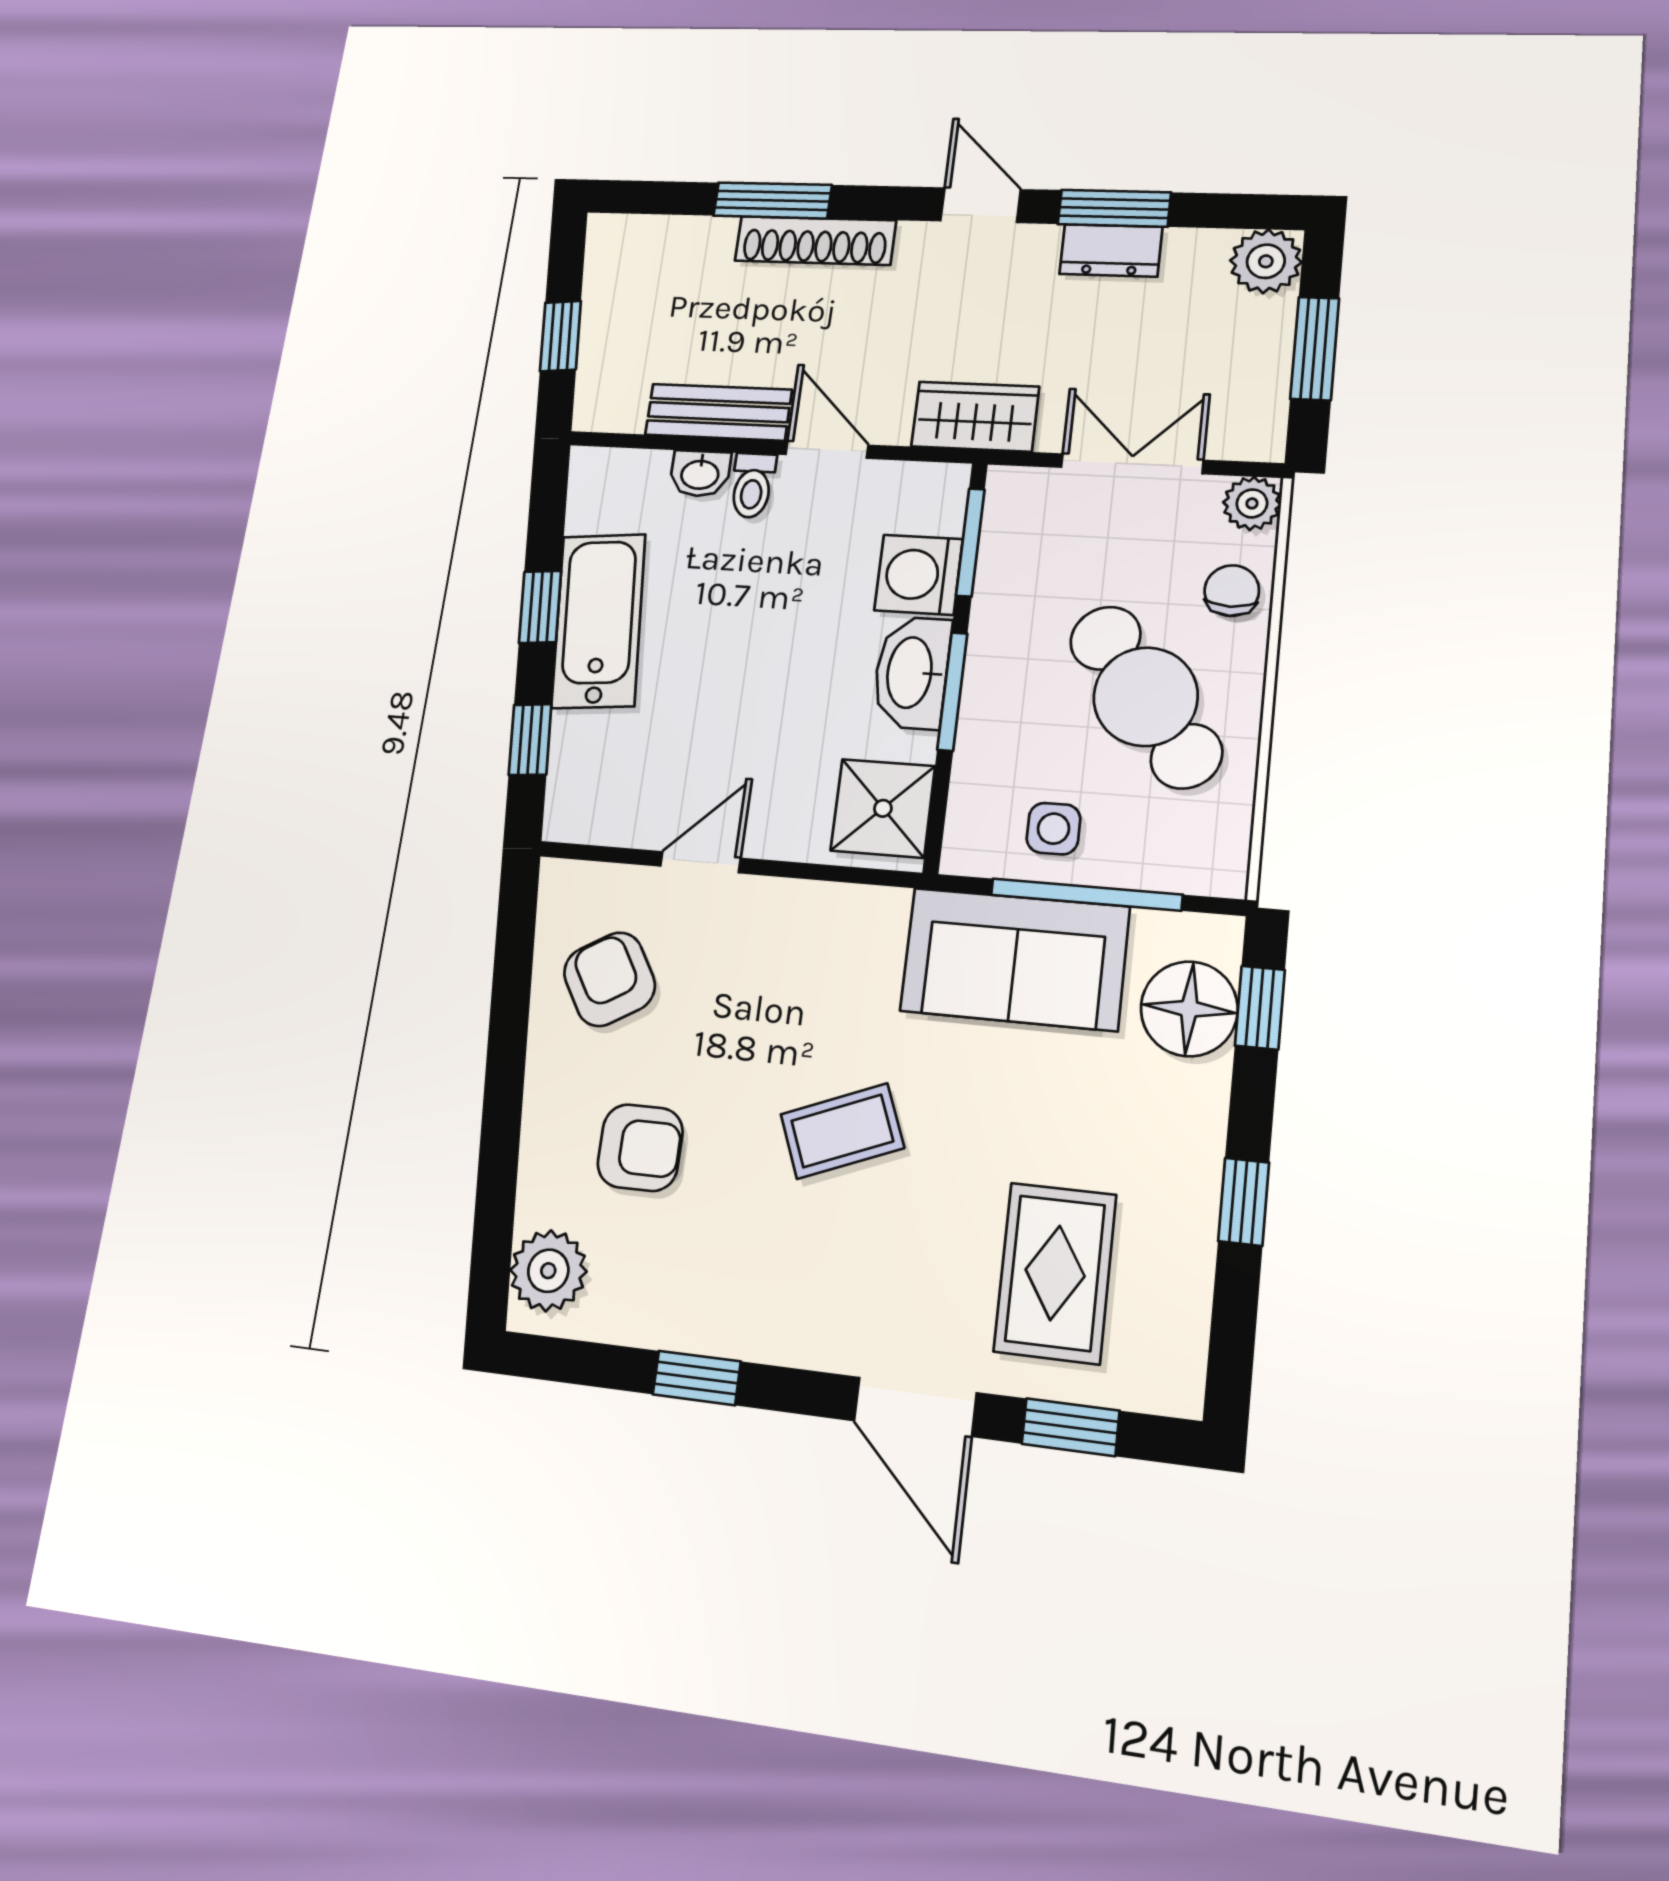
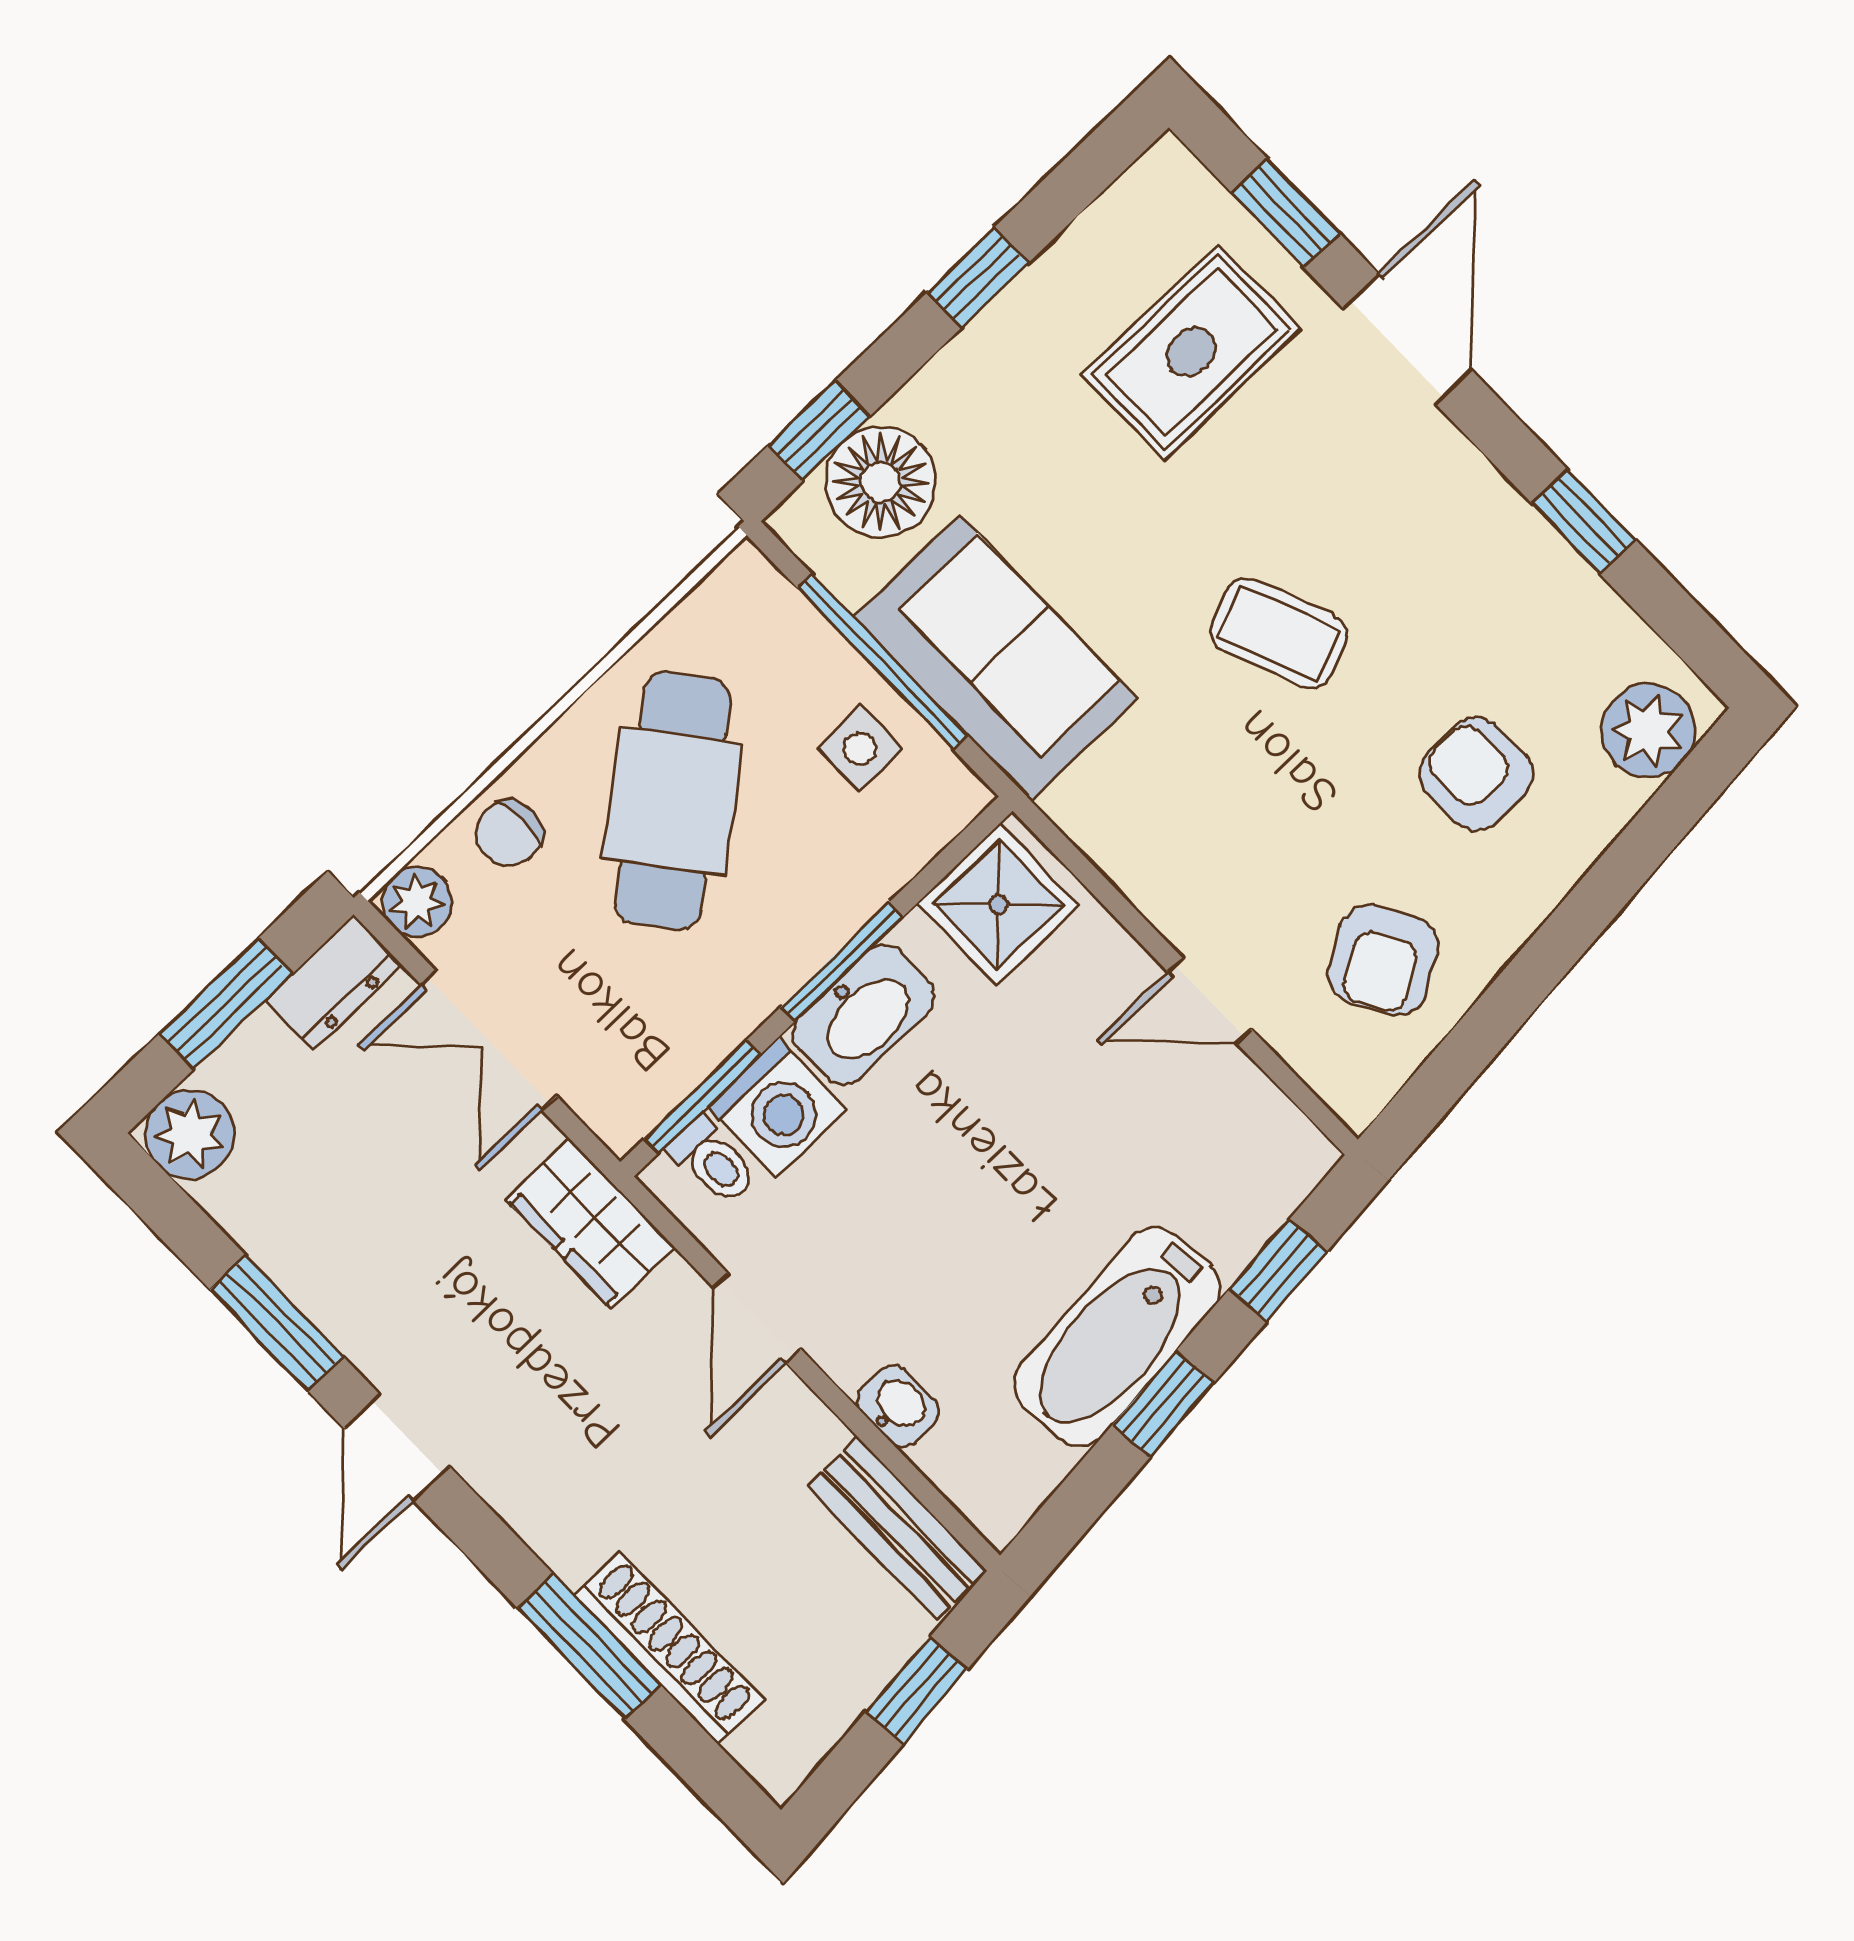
shoe rack: (815, 240) -> (669, 1648), moved
dresser: (1111, 250) -> (333, 983), moved, turned 90
bench: (718, 412) -> (897, 1528), moved
toilet: (752, 485) -> (713, 1161), moved, turned 90

